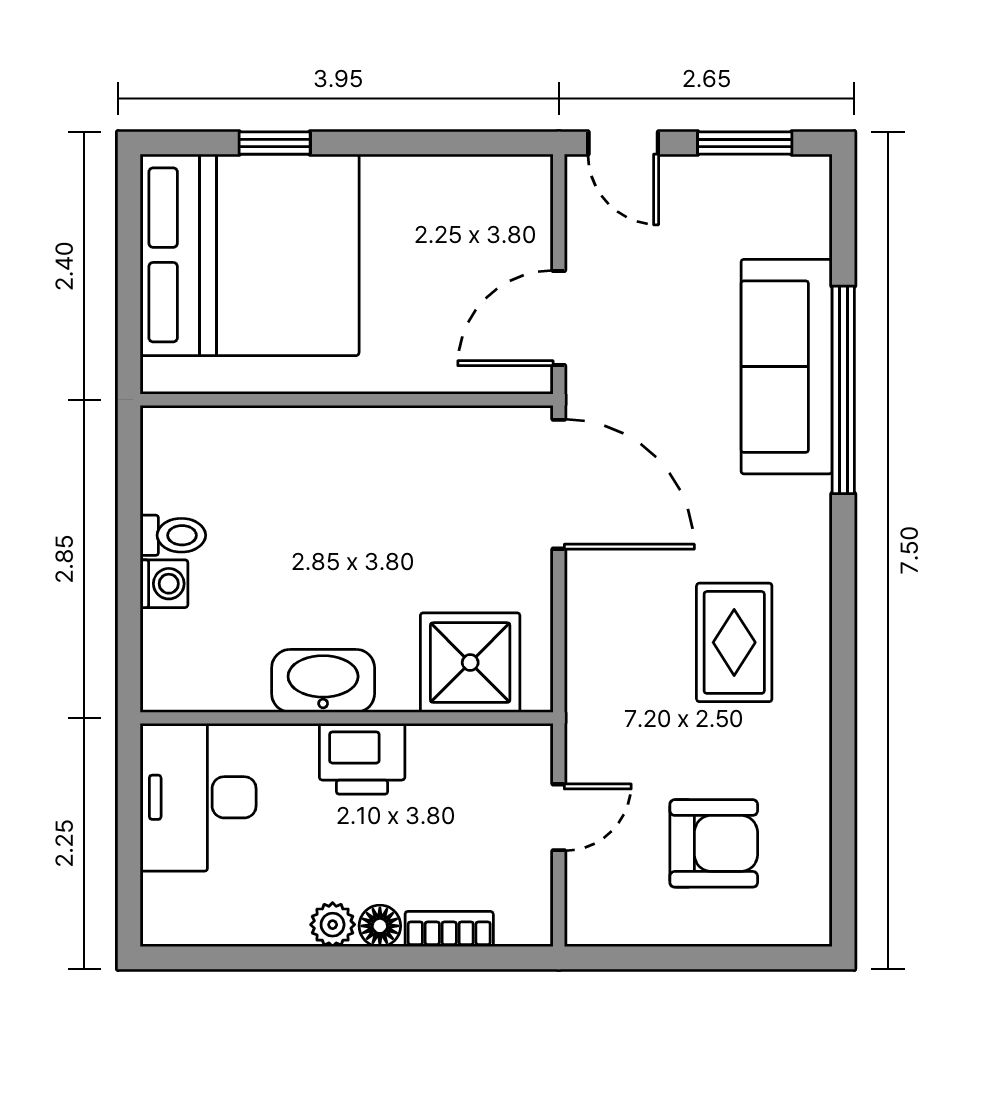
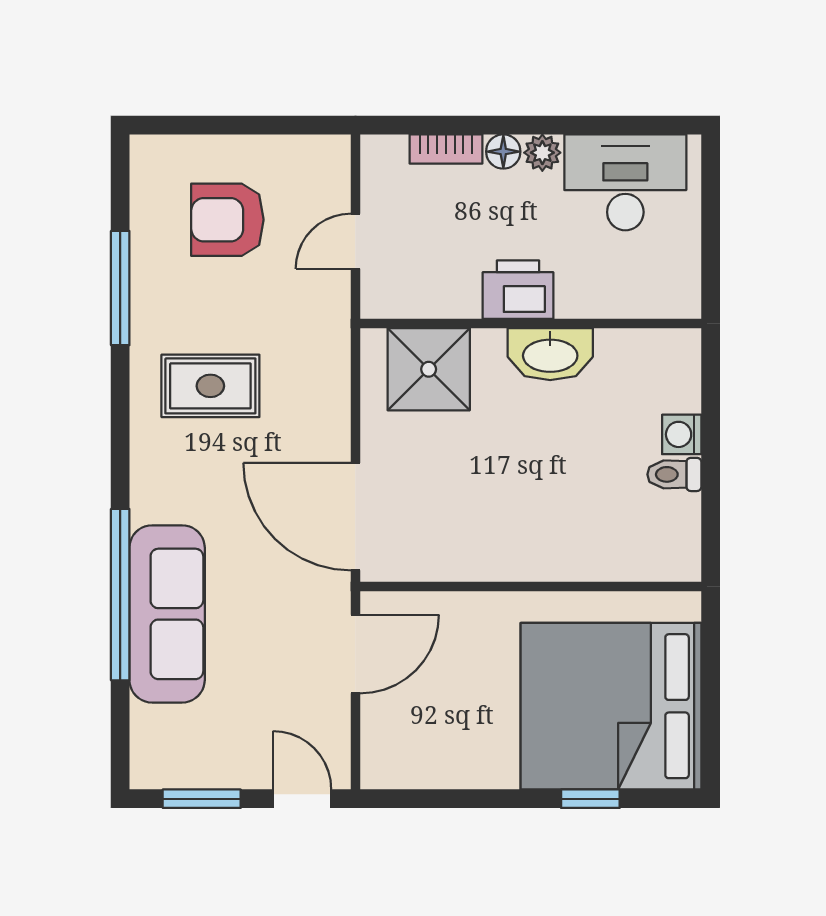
rug: (734, 642) -> (210, 386), turned 90
window: (843, 761) -> (120, 288), added
desk: (198, 797) -> (625, 182), moved, turned -90

